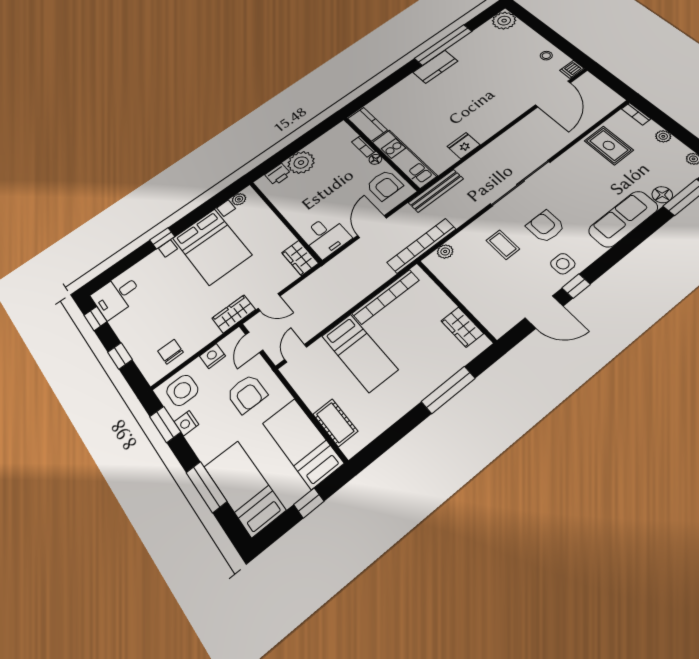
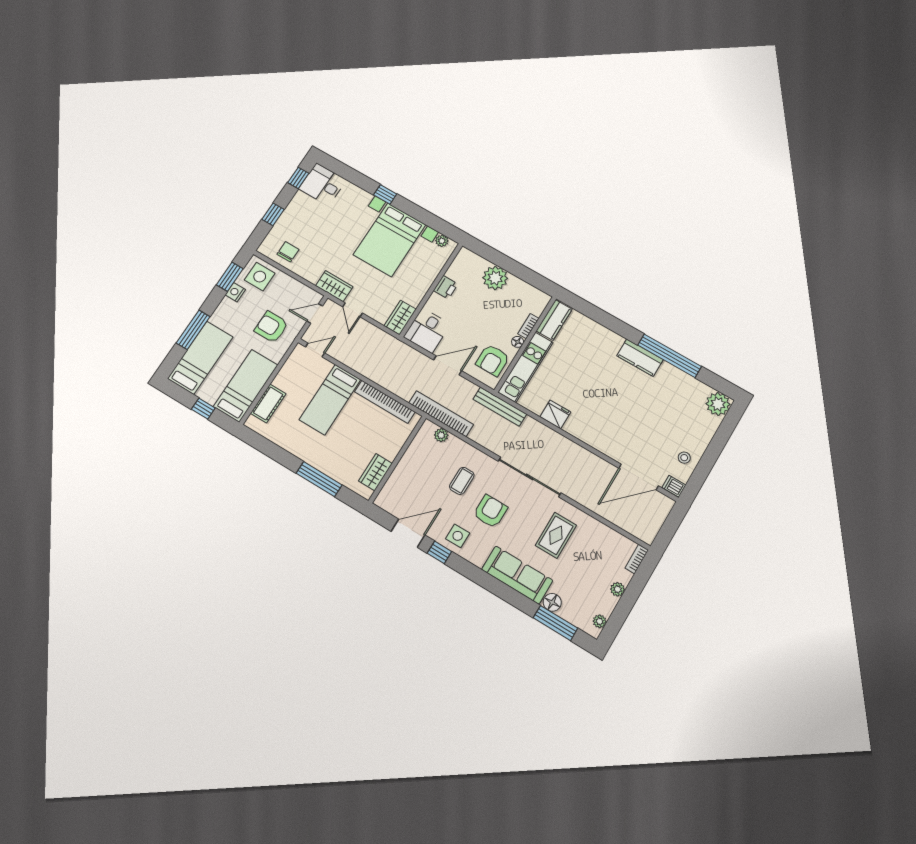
rug: (609, 146) -> (556, 535), moved
printer: (278, 174) -> (446, 287), moved, turned -90
door: (544, 312) -> (408, 533), swing flipped
nightstand: (213, 356) -> (294, 286), removed
armchair: (247, 394) -> (271, 327), turned 90

